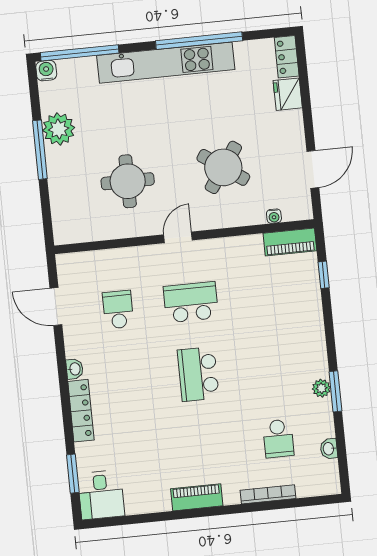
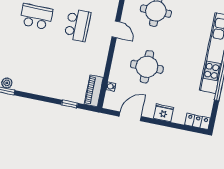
fridge: (288, 94) -> (164, 113), moved
round table: (223, 167) -> (147, 67), turned -35
door: (313, 169) -> (130, 116), swing flipped

